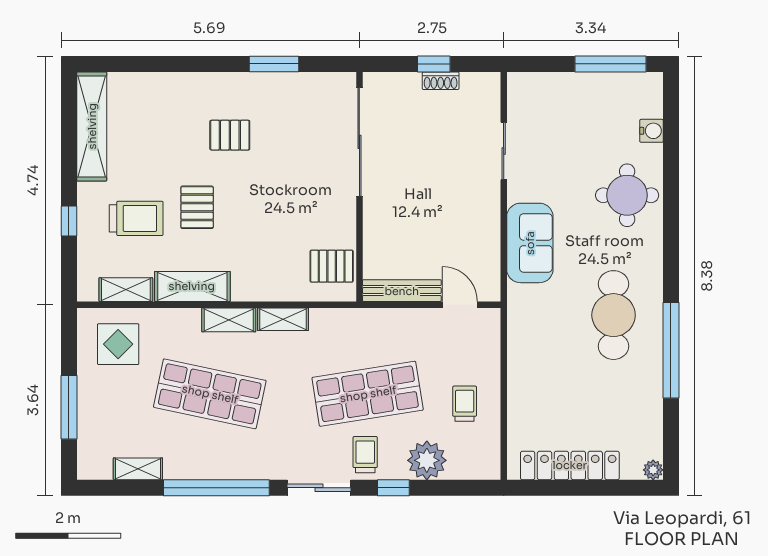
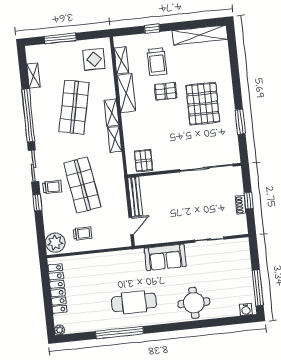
water cooler: (651, 131) -> (246, 309), moved
pallet: (230, 135) -> (203, 104), width x2.05, depth x2.00
plant: (427, 460) -> (55, 243), moved

